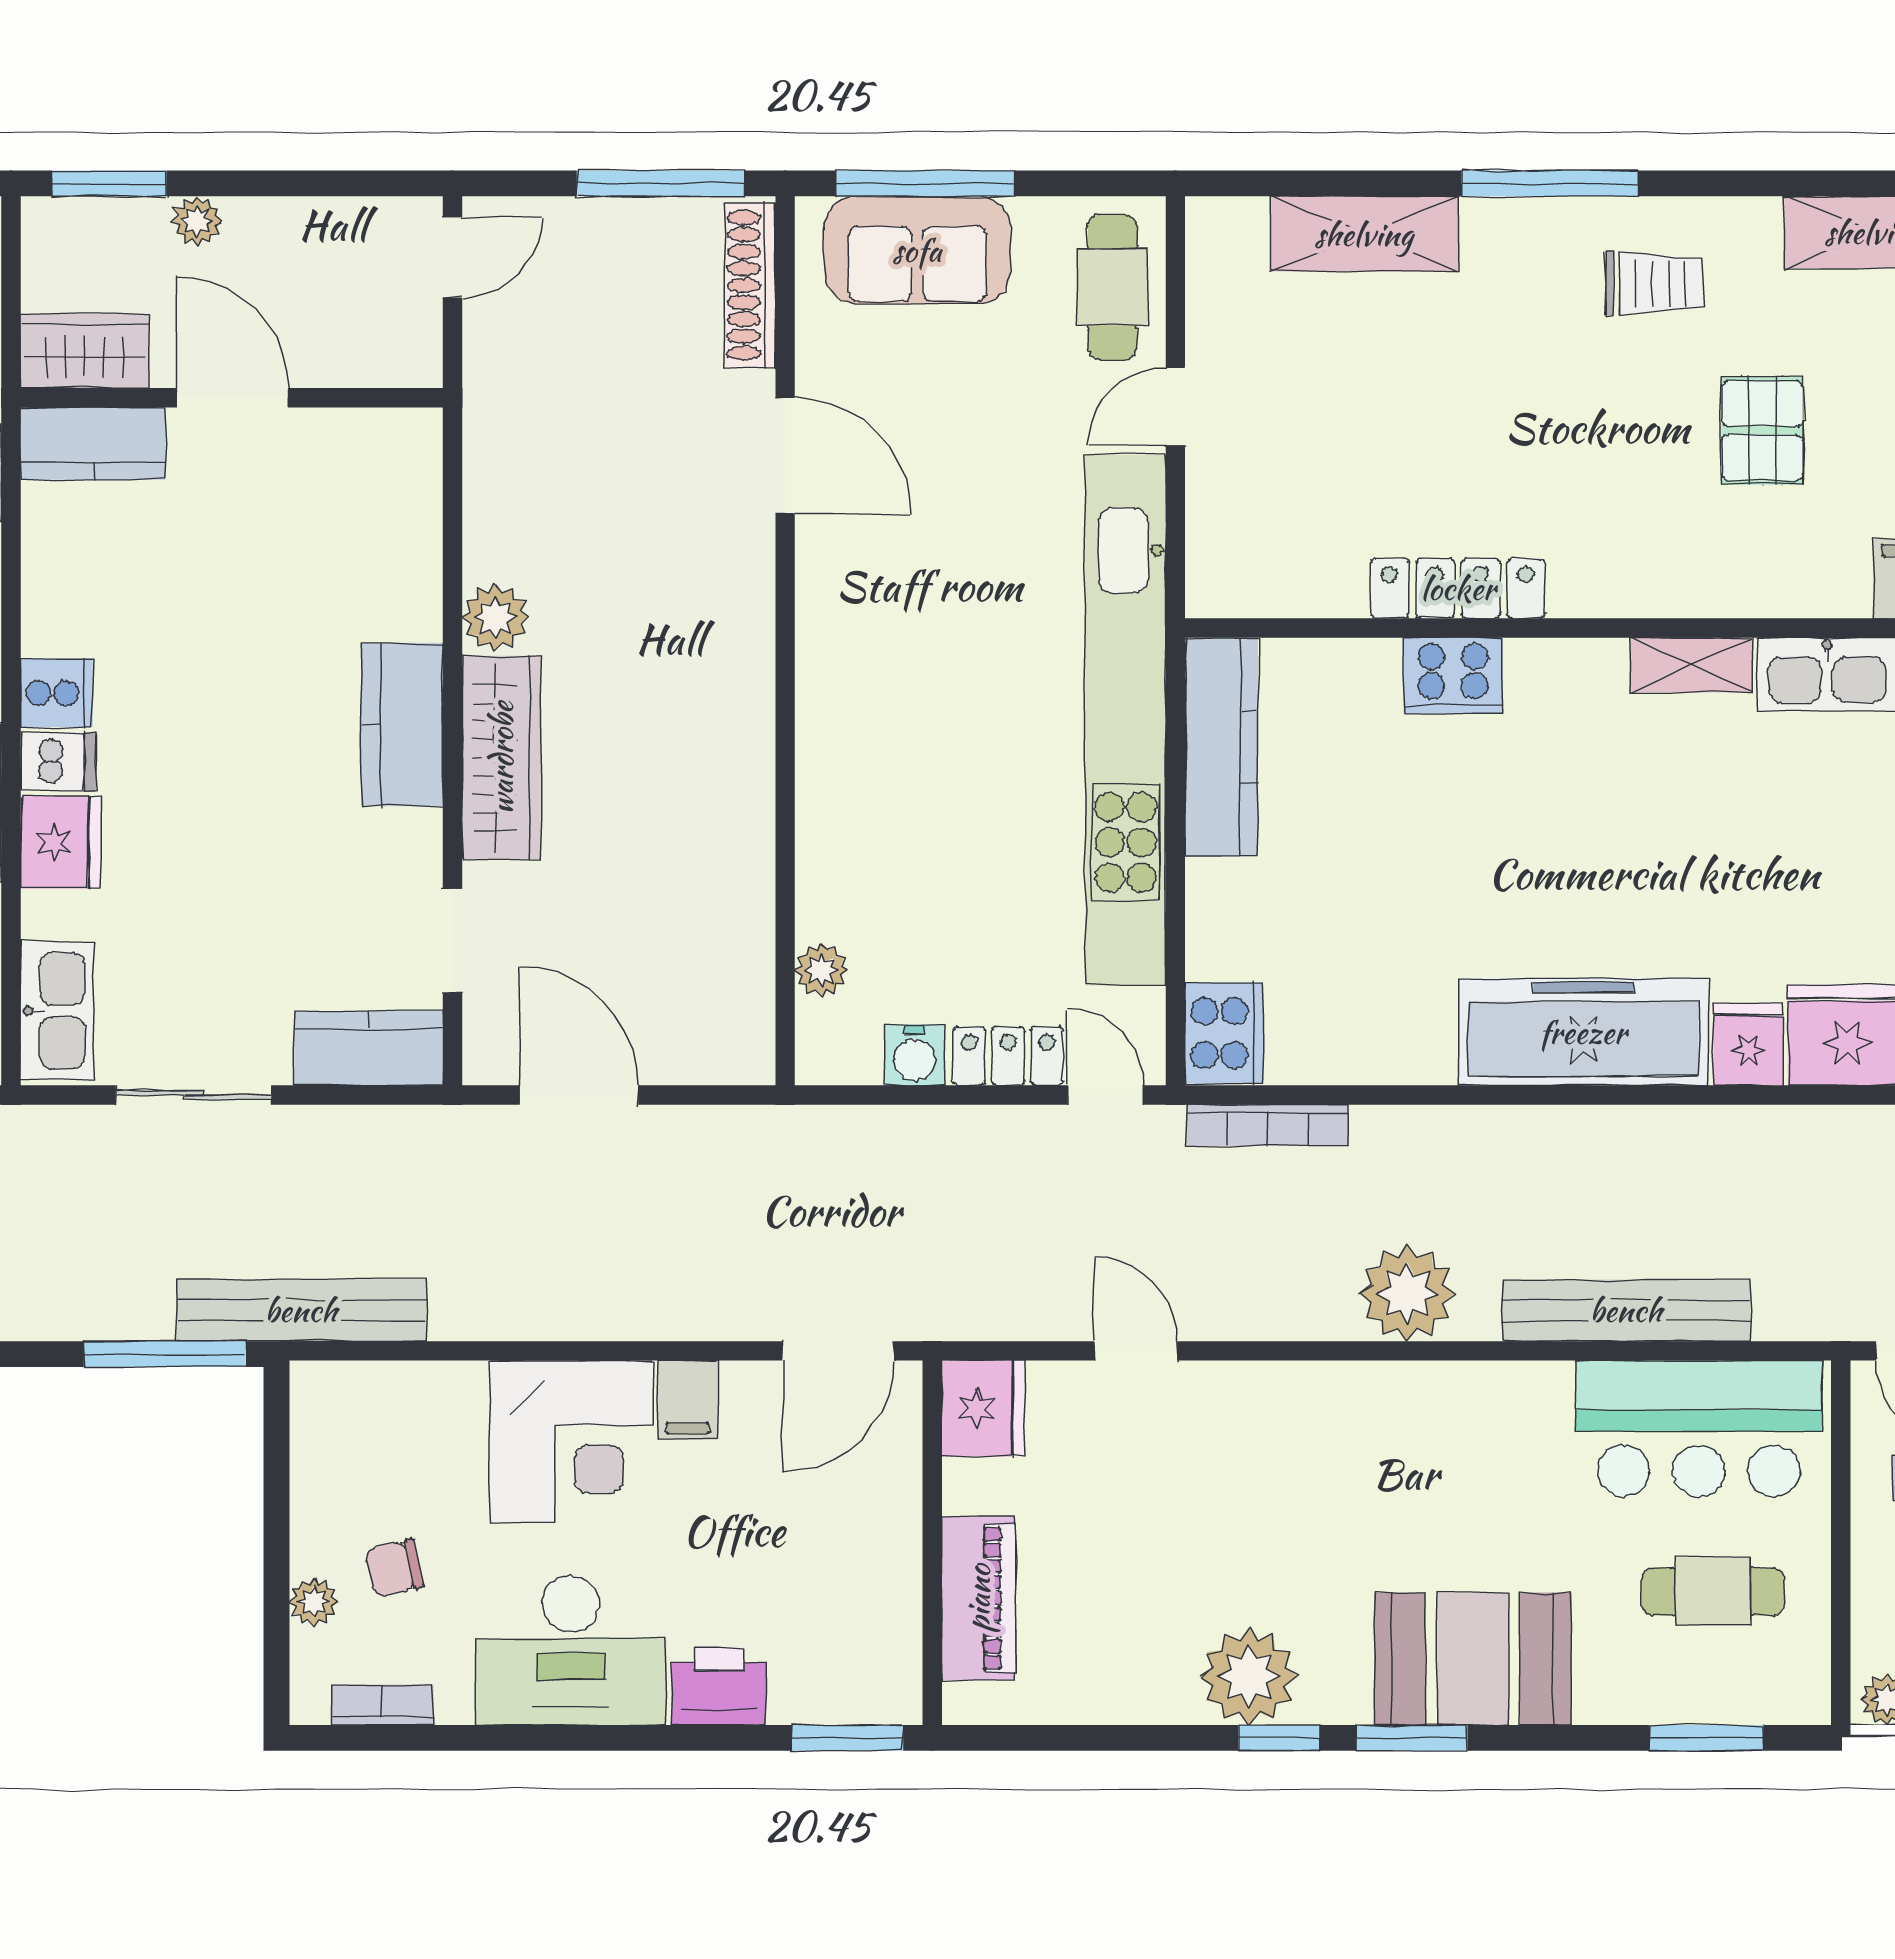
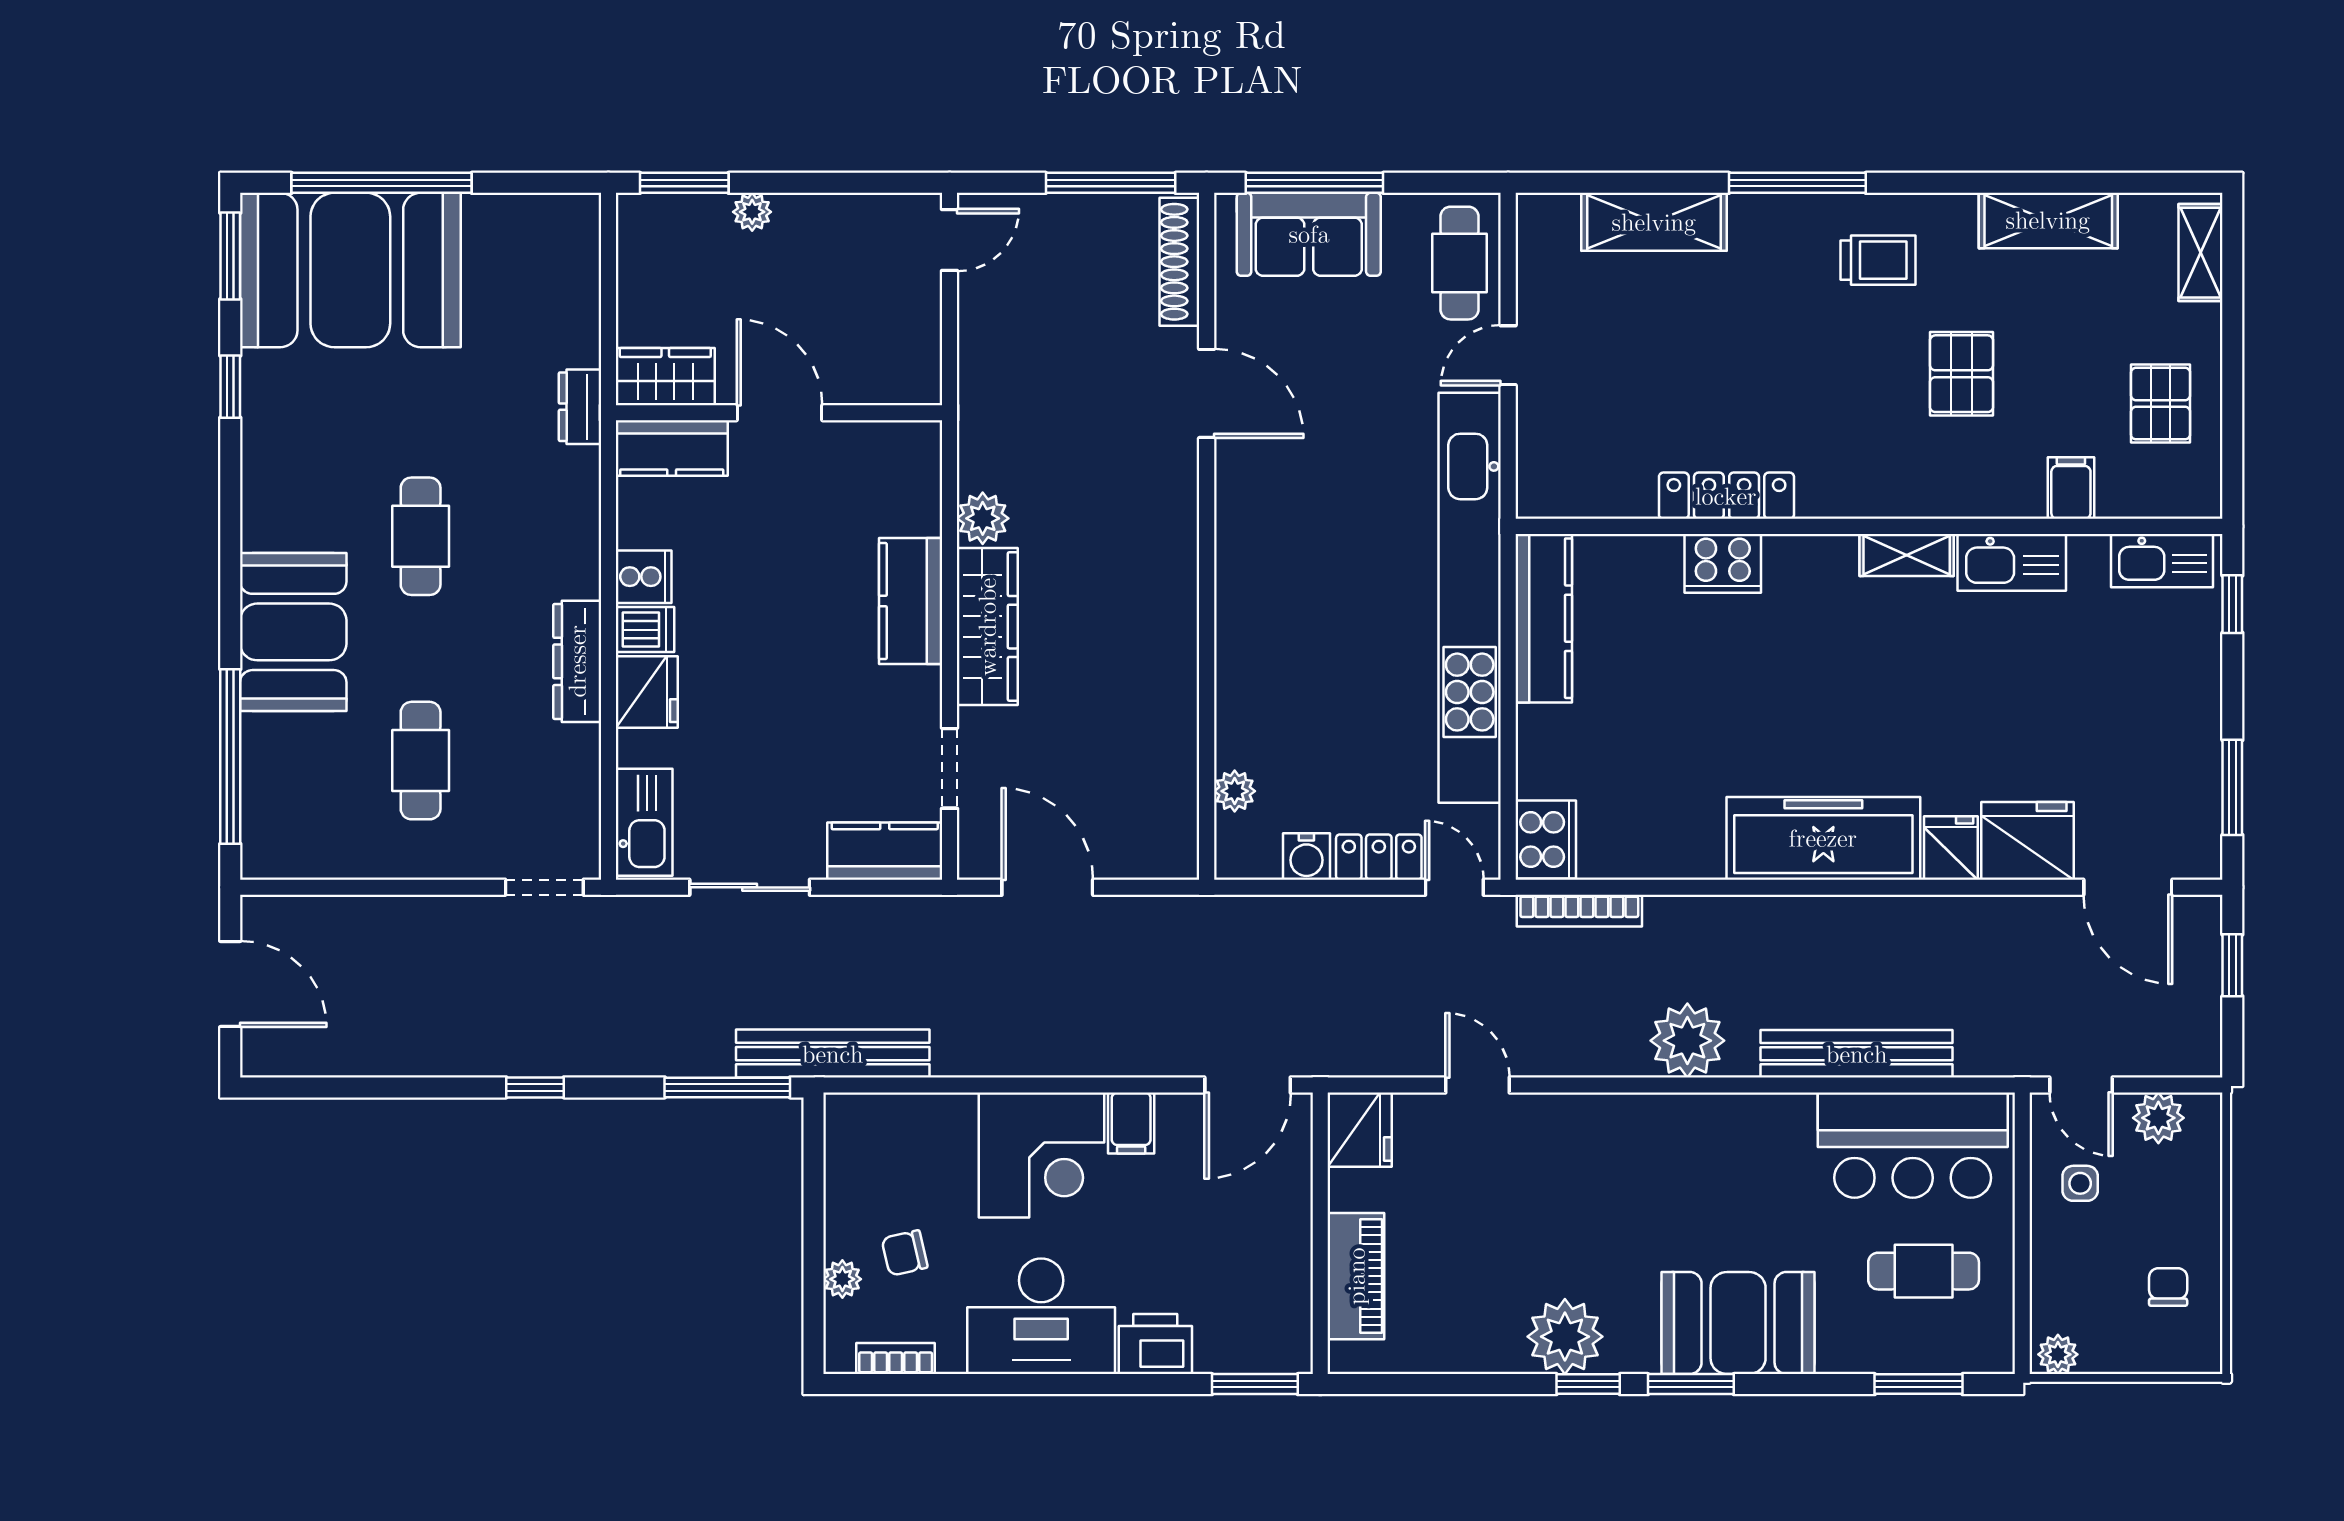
wardrobe: (85, 351) -> (665, 377), moved
door: (232, 398) -> (780, 413), moved
wall: (232, 398) -> (779, 413), moved
kitchen counter: (93, 443) -> (672, 448), moved

